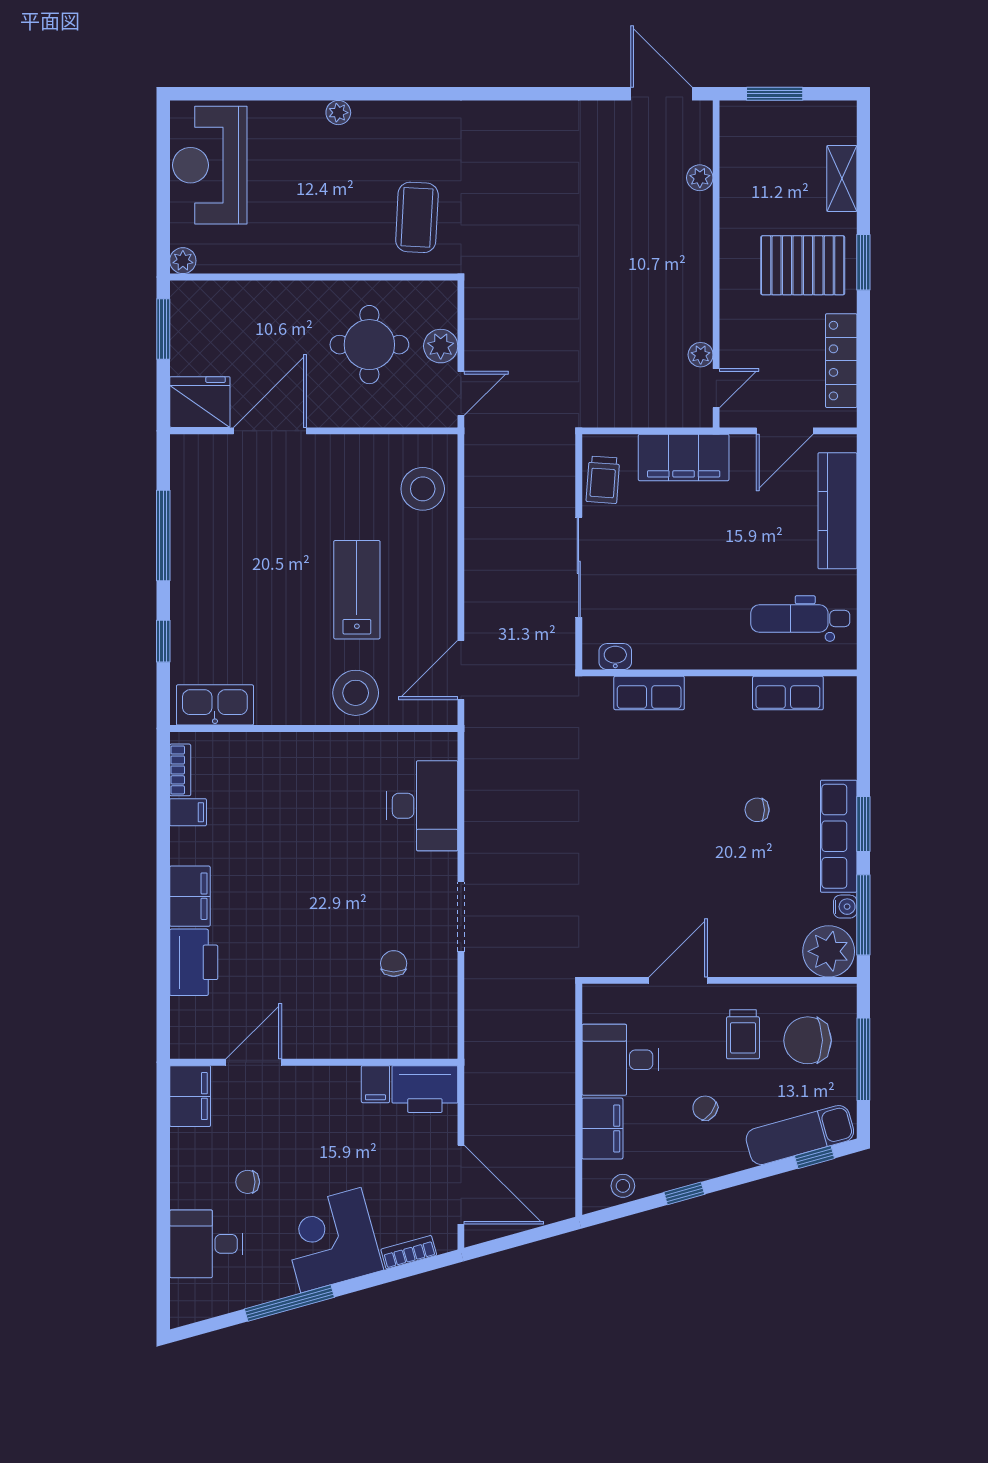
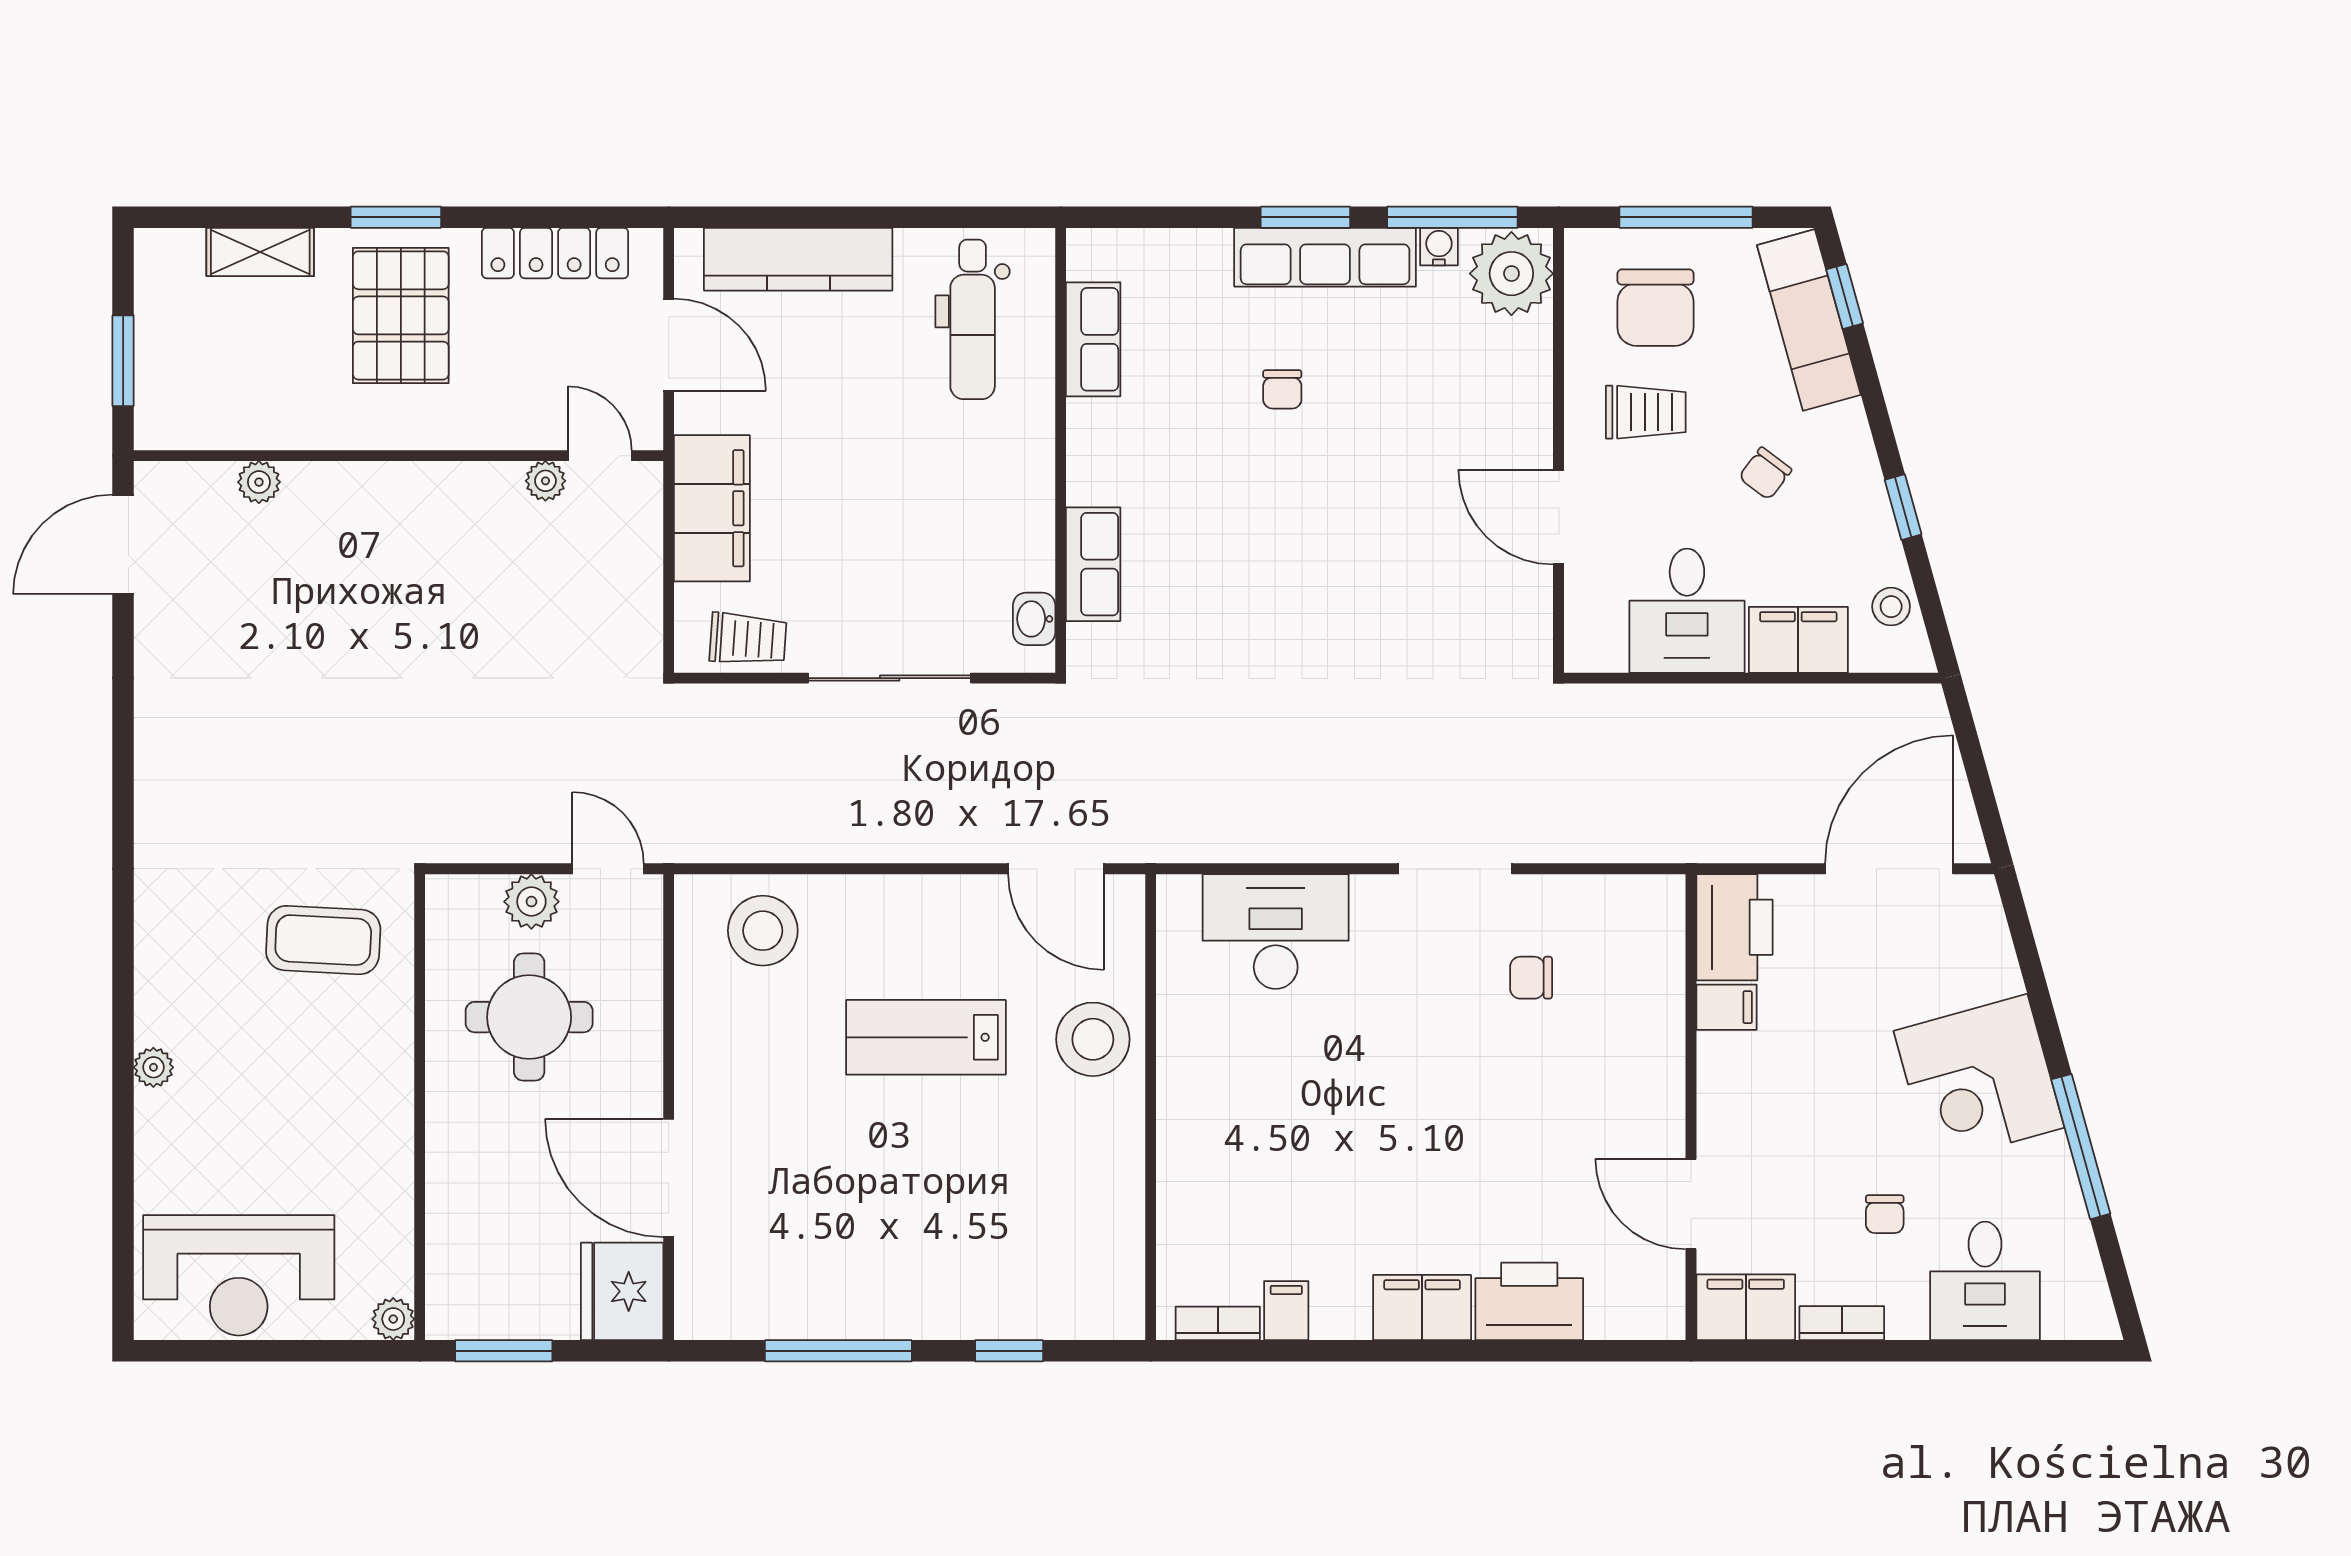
kitchen sink: (215, 705) -> (1113, 1267), removed
bookcase: (409, 1252) -> (1842, 1323), moved, turned 106

